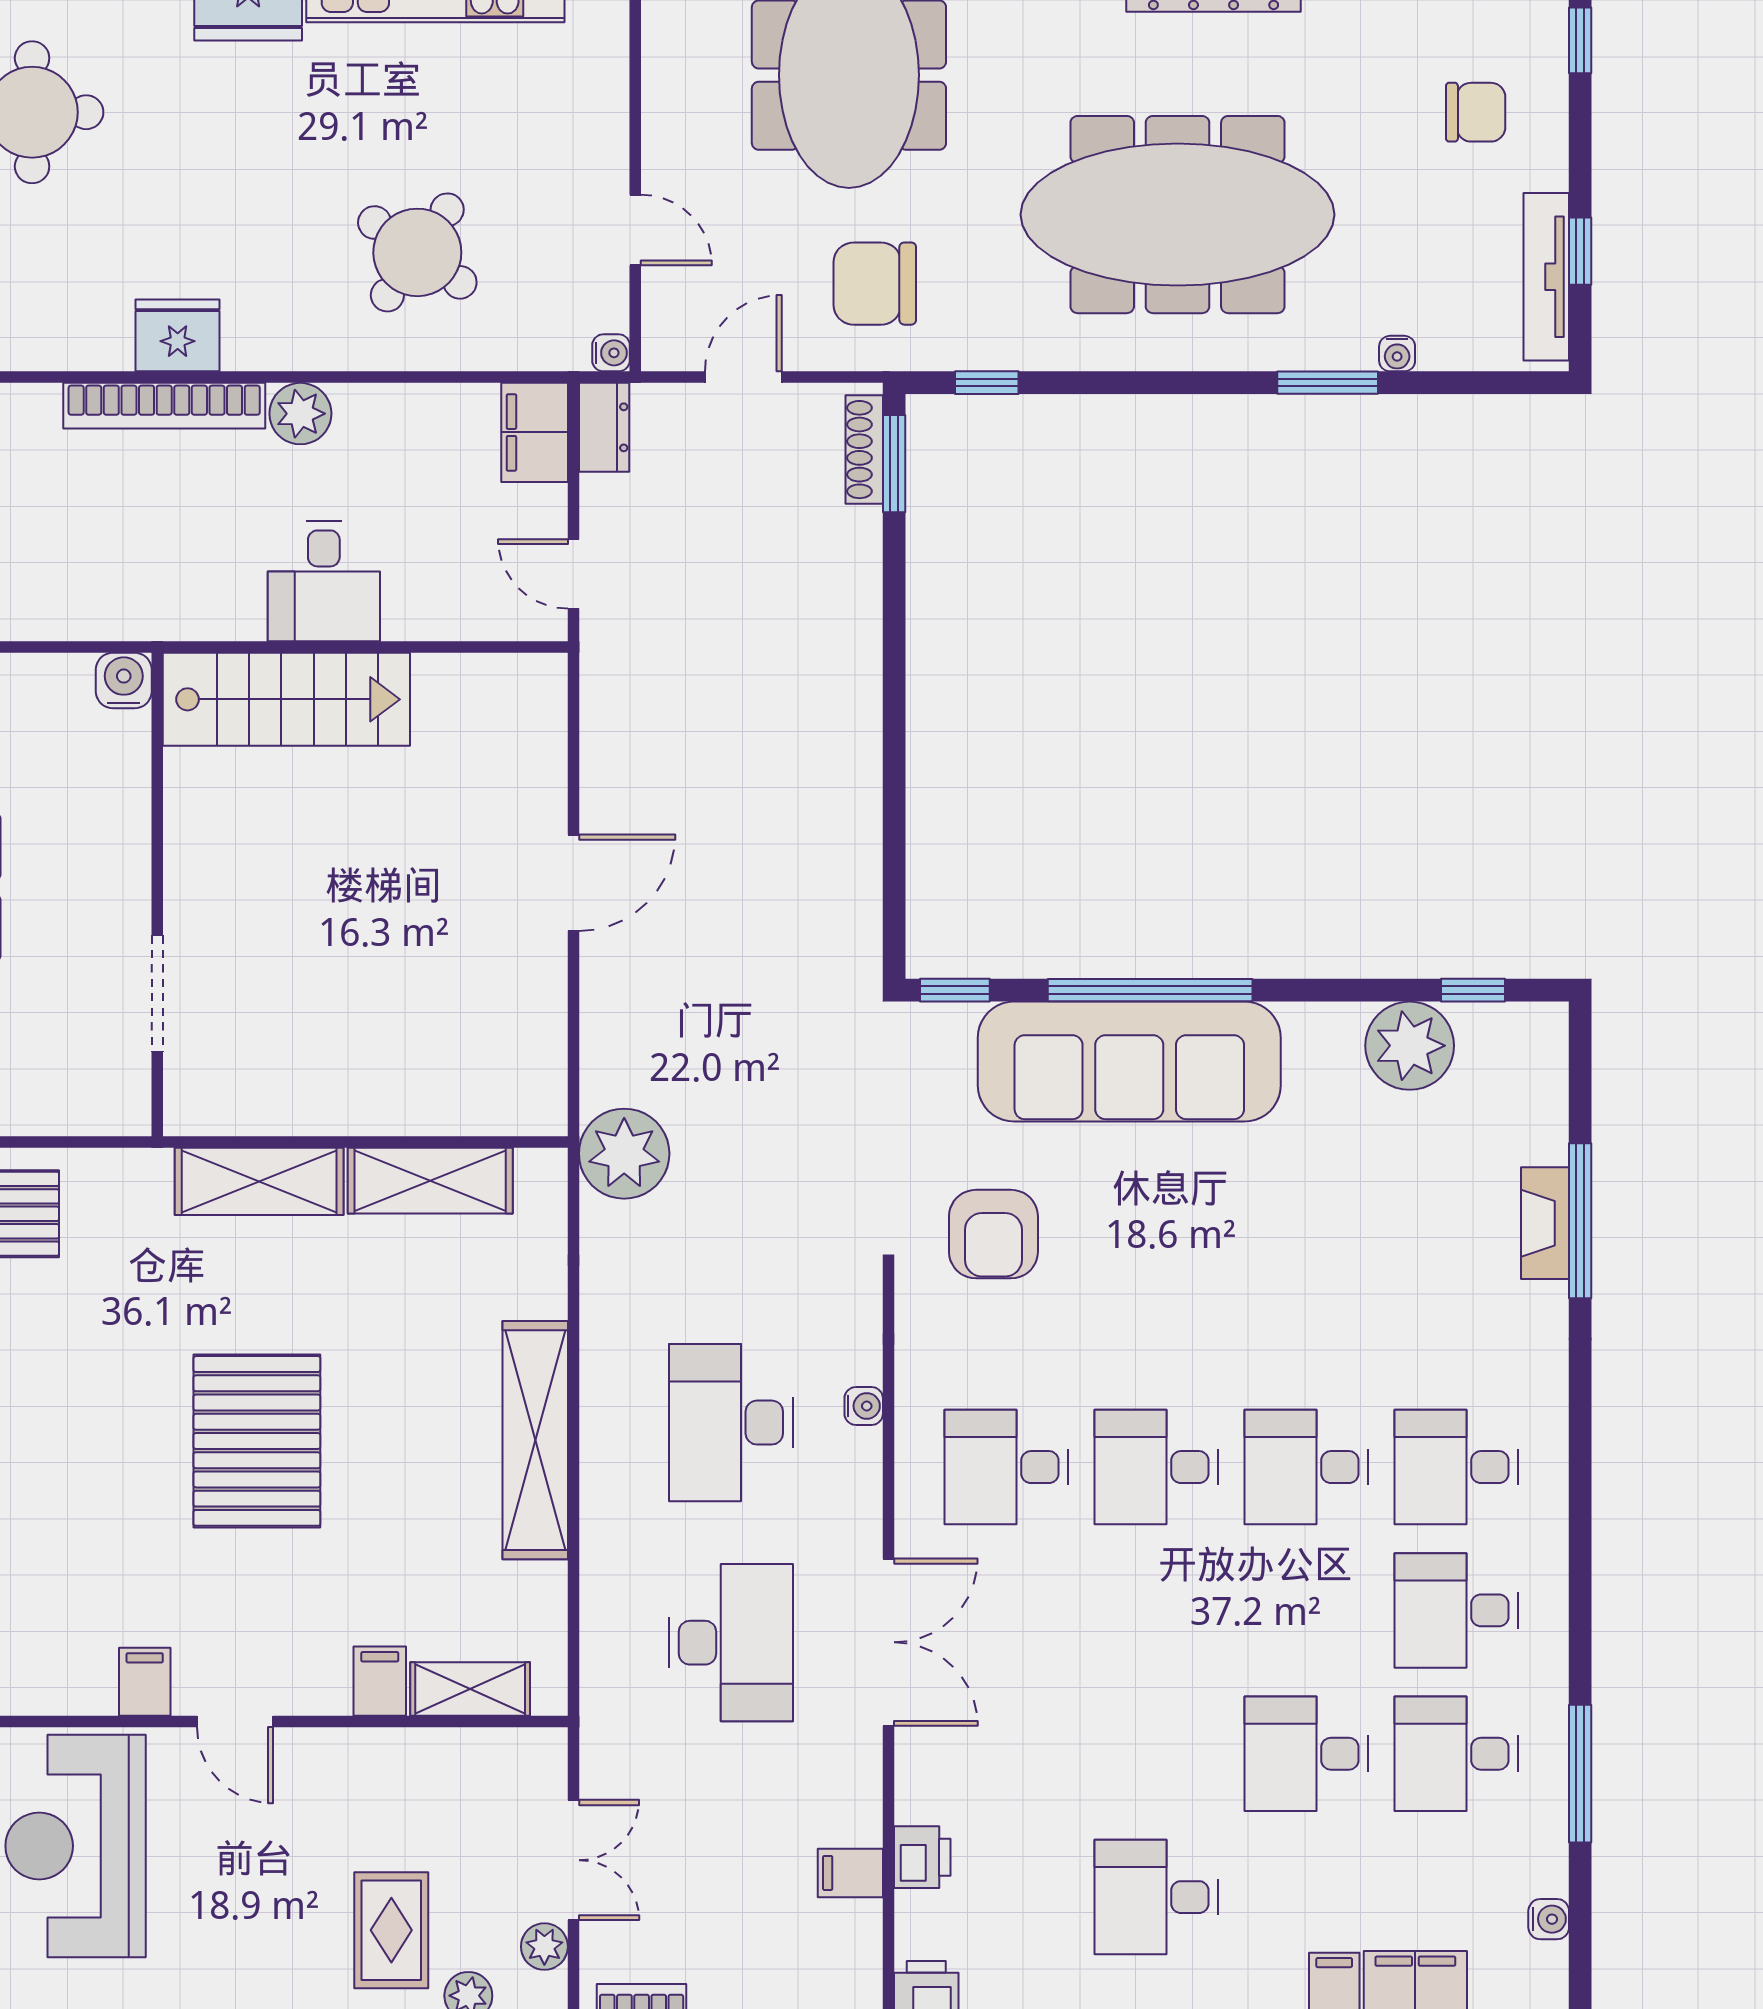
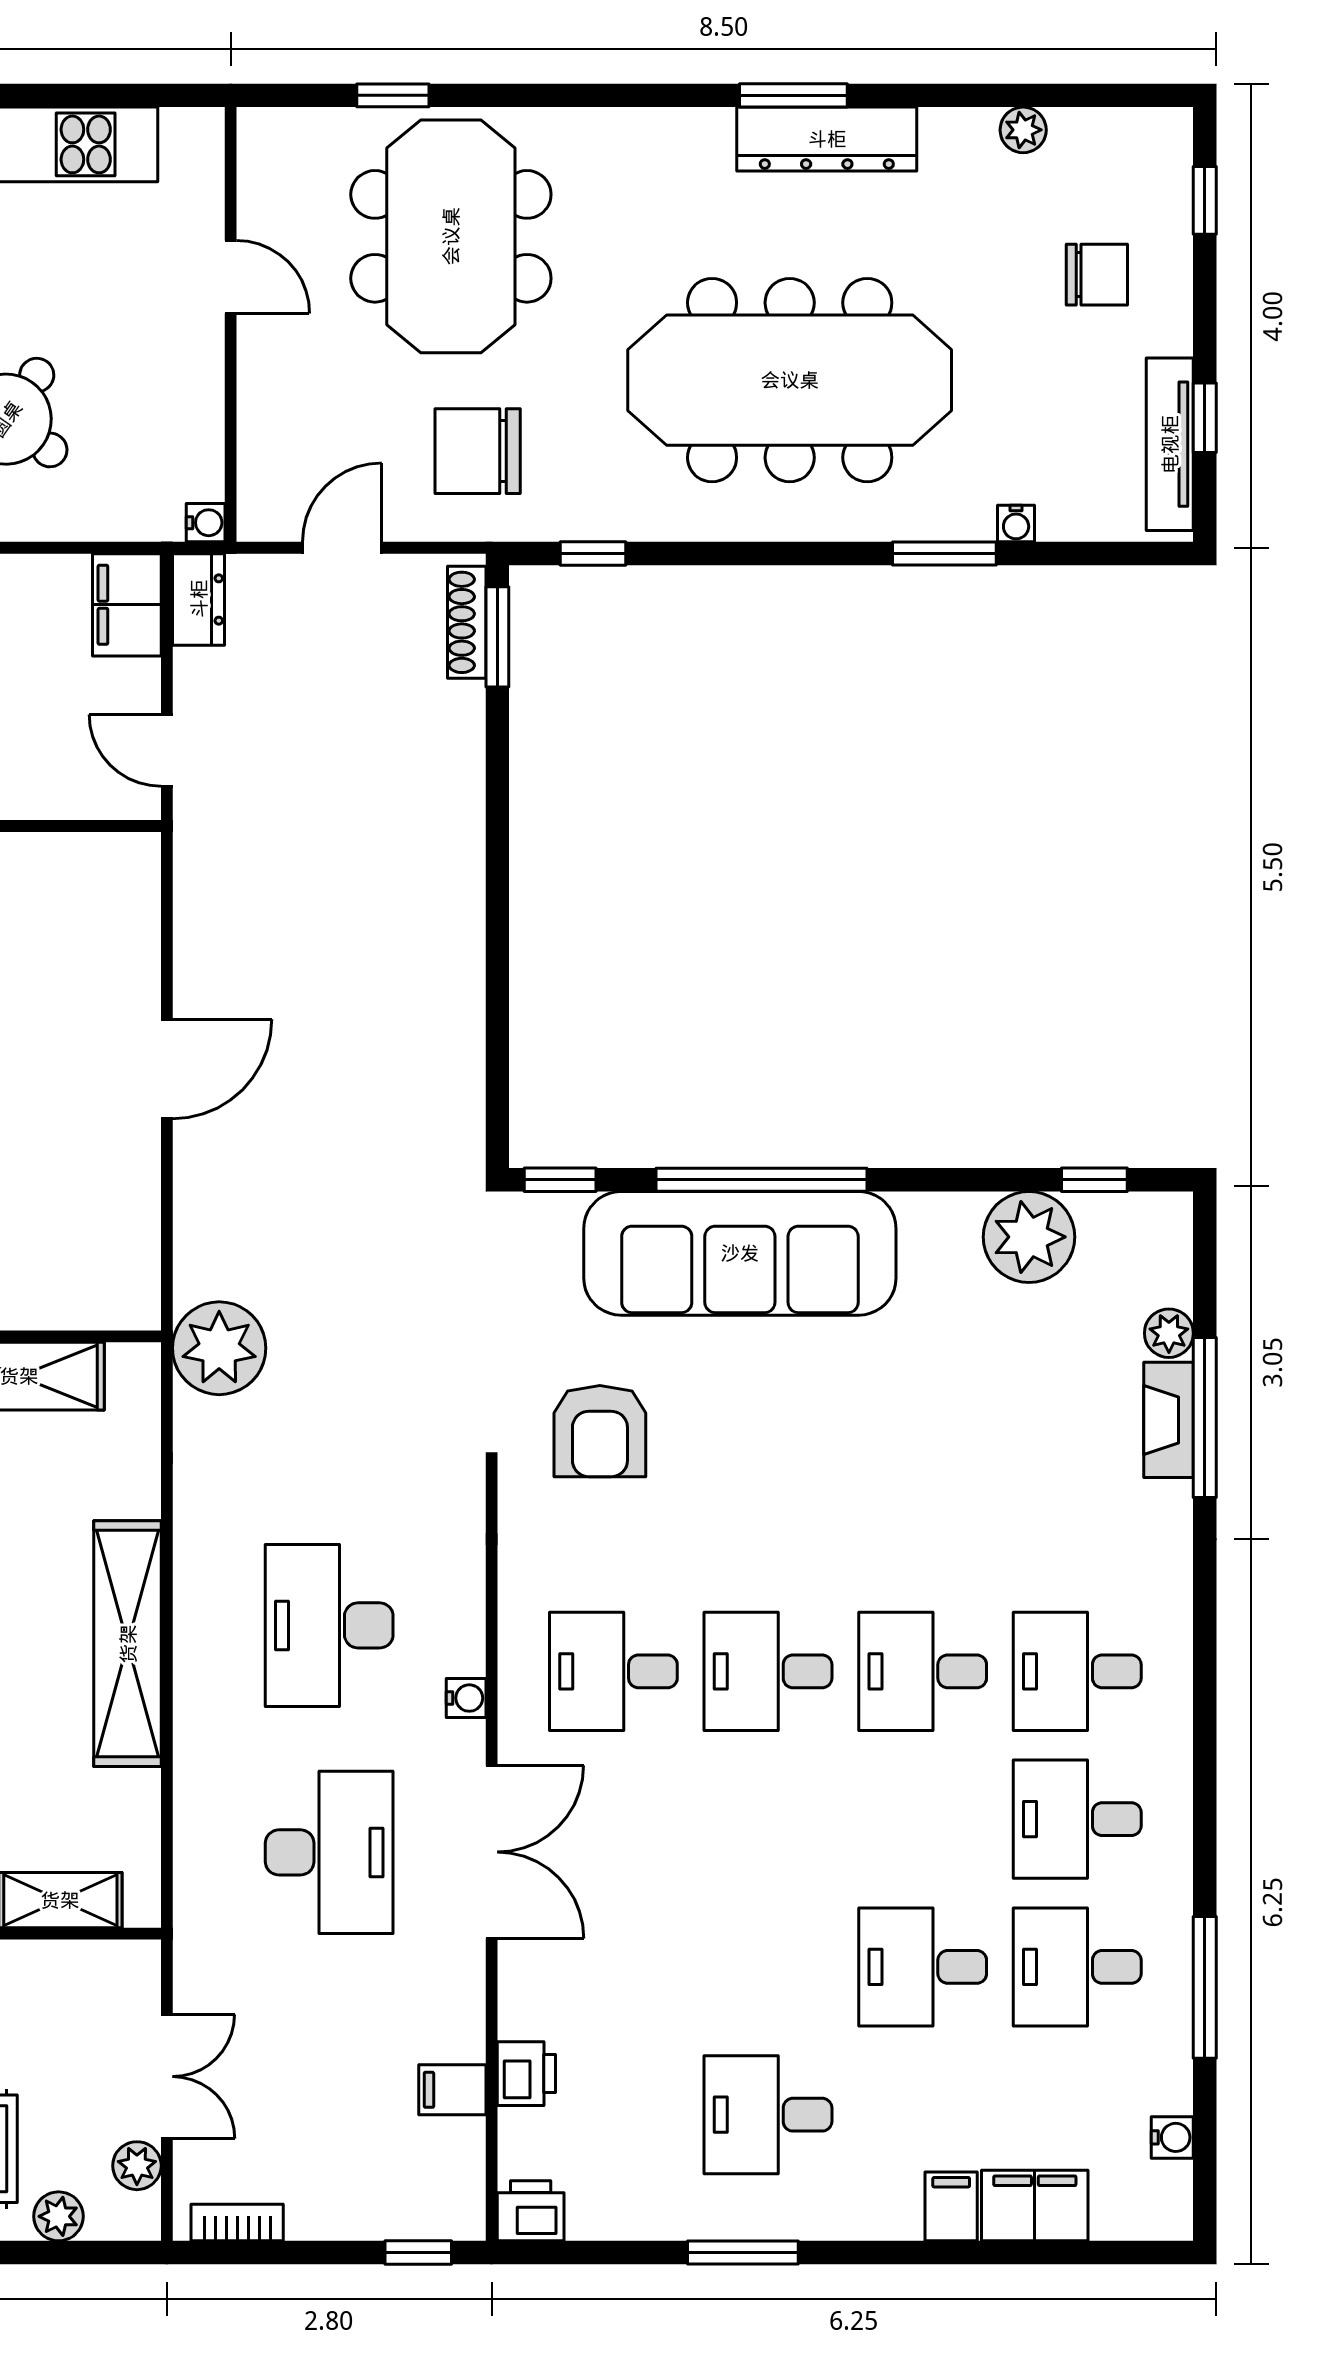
door: (635, 230) -> (231, 277), moved
plant: (1545, 1139) -> (1169, 1333), added
water cooler: (864, 1406) -> (466, 1698), moved

